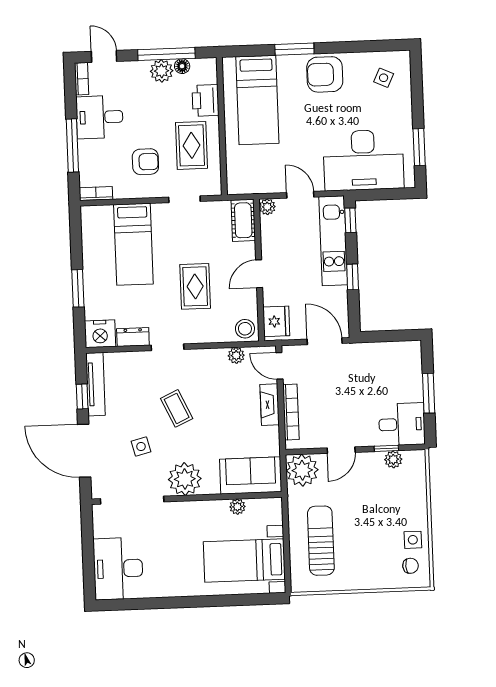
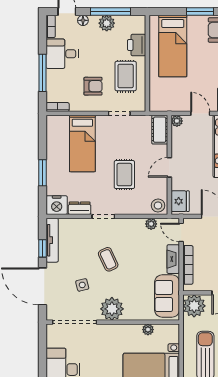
floor lamp: (182, 66) -> (83, 20), moved
sofa: (251, 476) -> (167, 296), moved, turned -90

